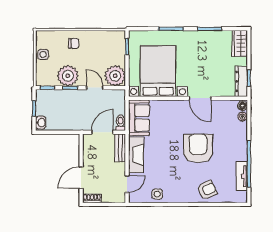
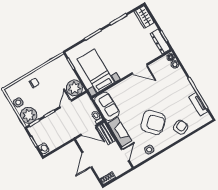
bed with nightstands: (158, 71) -> (96, 71), width x0.73
plant: (68, 76) -> (29, 115), moved
door: (95, 88) -> (66, 104), hinge flipped
door: (102, 132) -> (88, 130), swing flipped
armchair: (198, 148) -> (153, 122), moved, turned 137
door: (81, 178) -> (87, 160), moved

